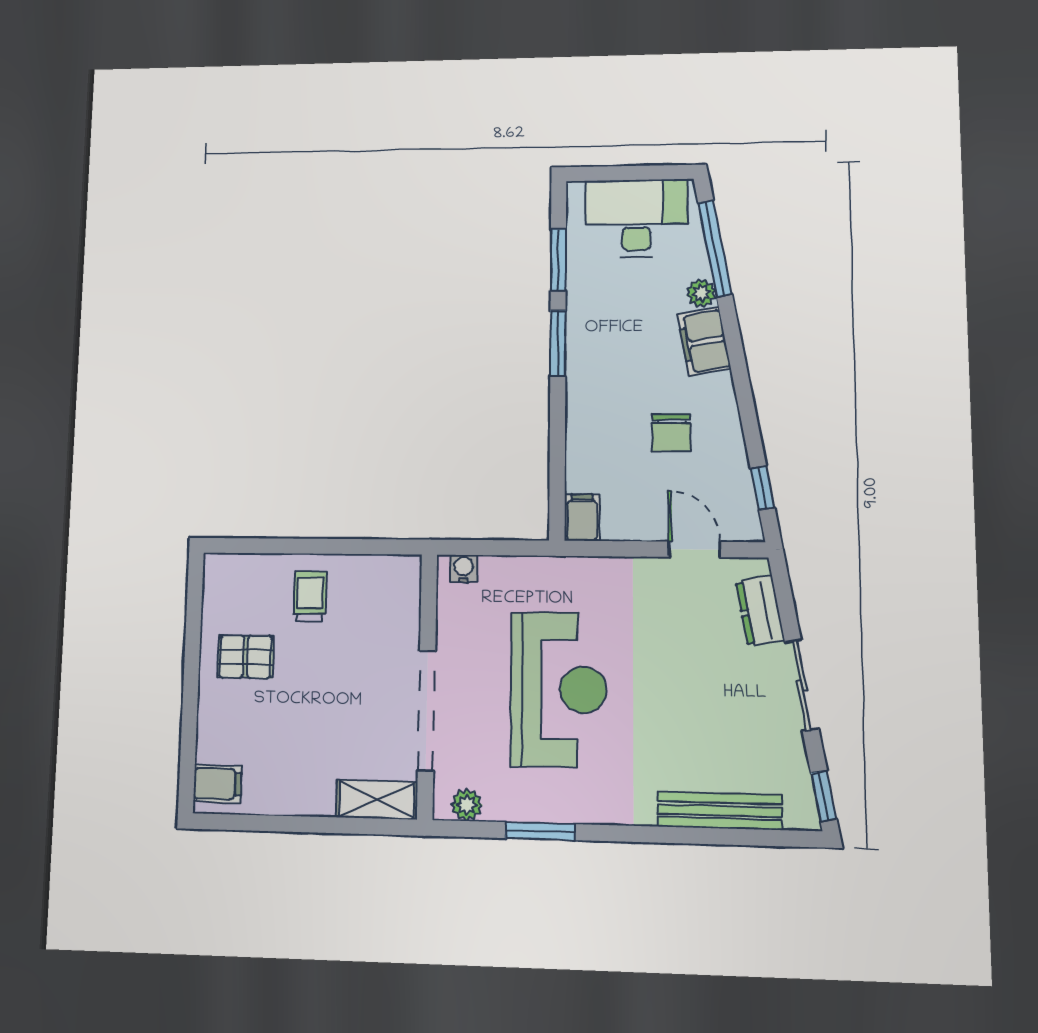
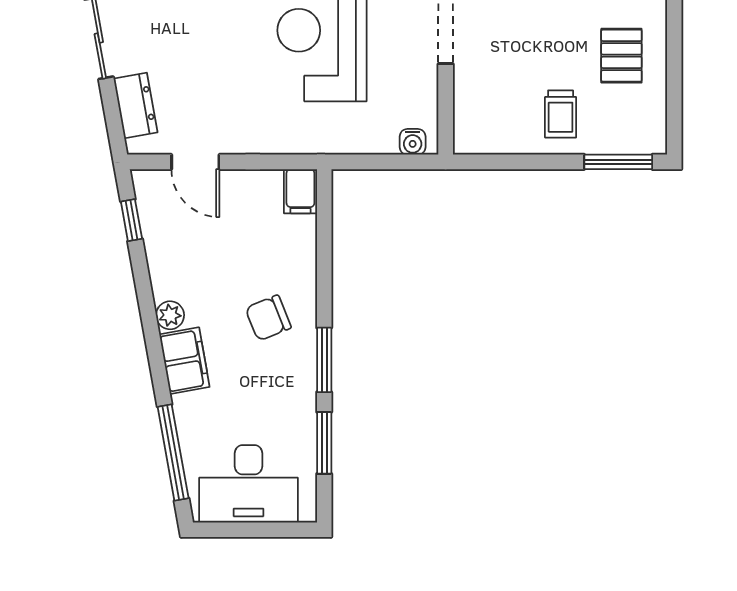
plant: (701, 293) -> (170, 315), moved
chair: (671, 433) -> (268, 318), moved, turned -112
window: (253, 546) -> (618, 162), added
pallet: (246, 657) -> (621, 56), turned 90

